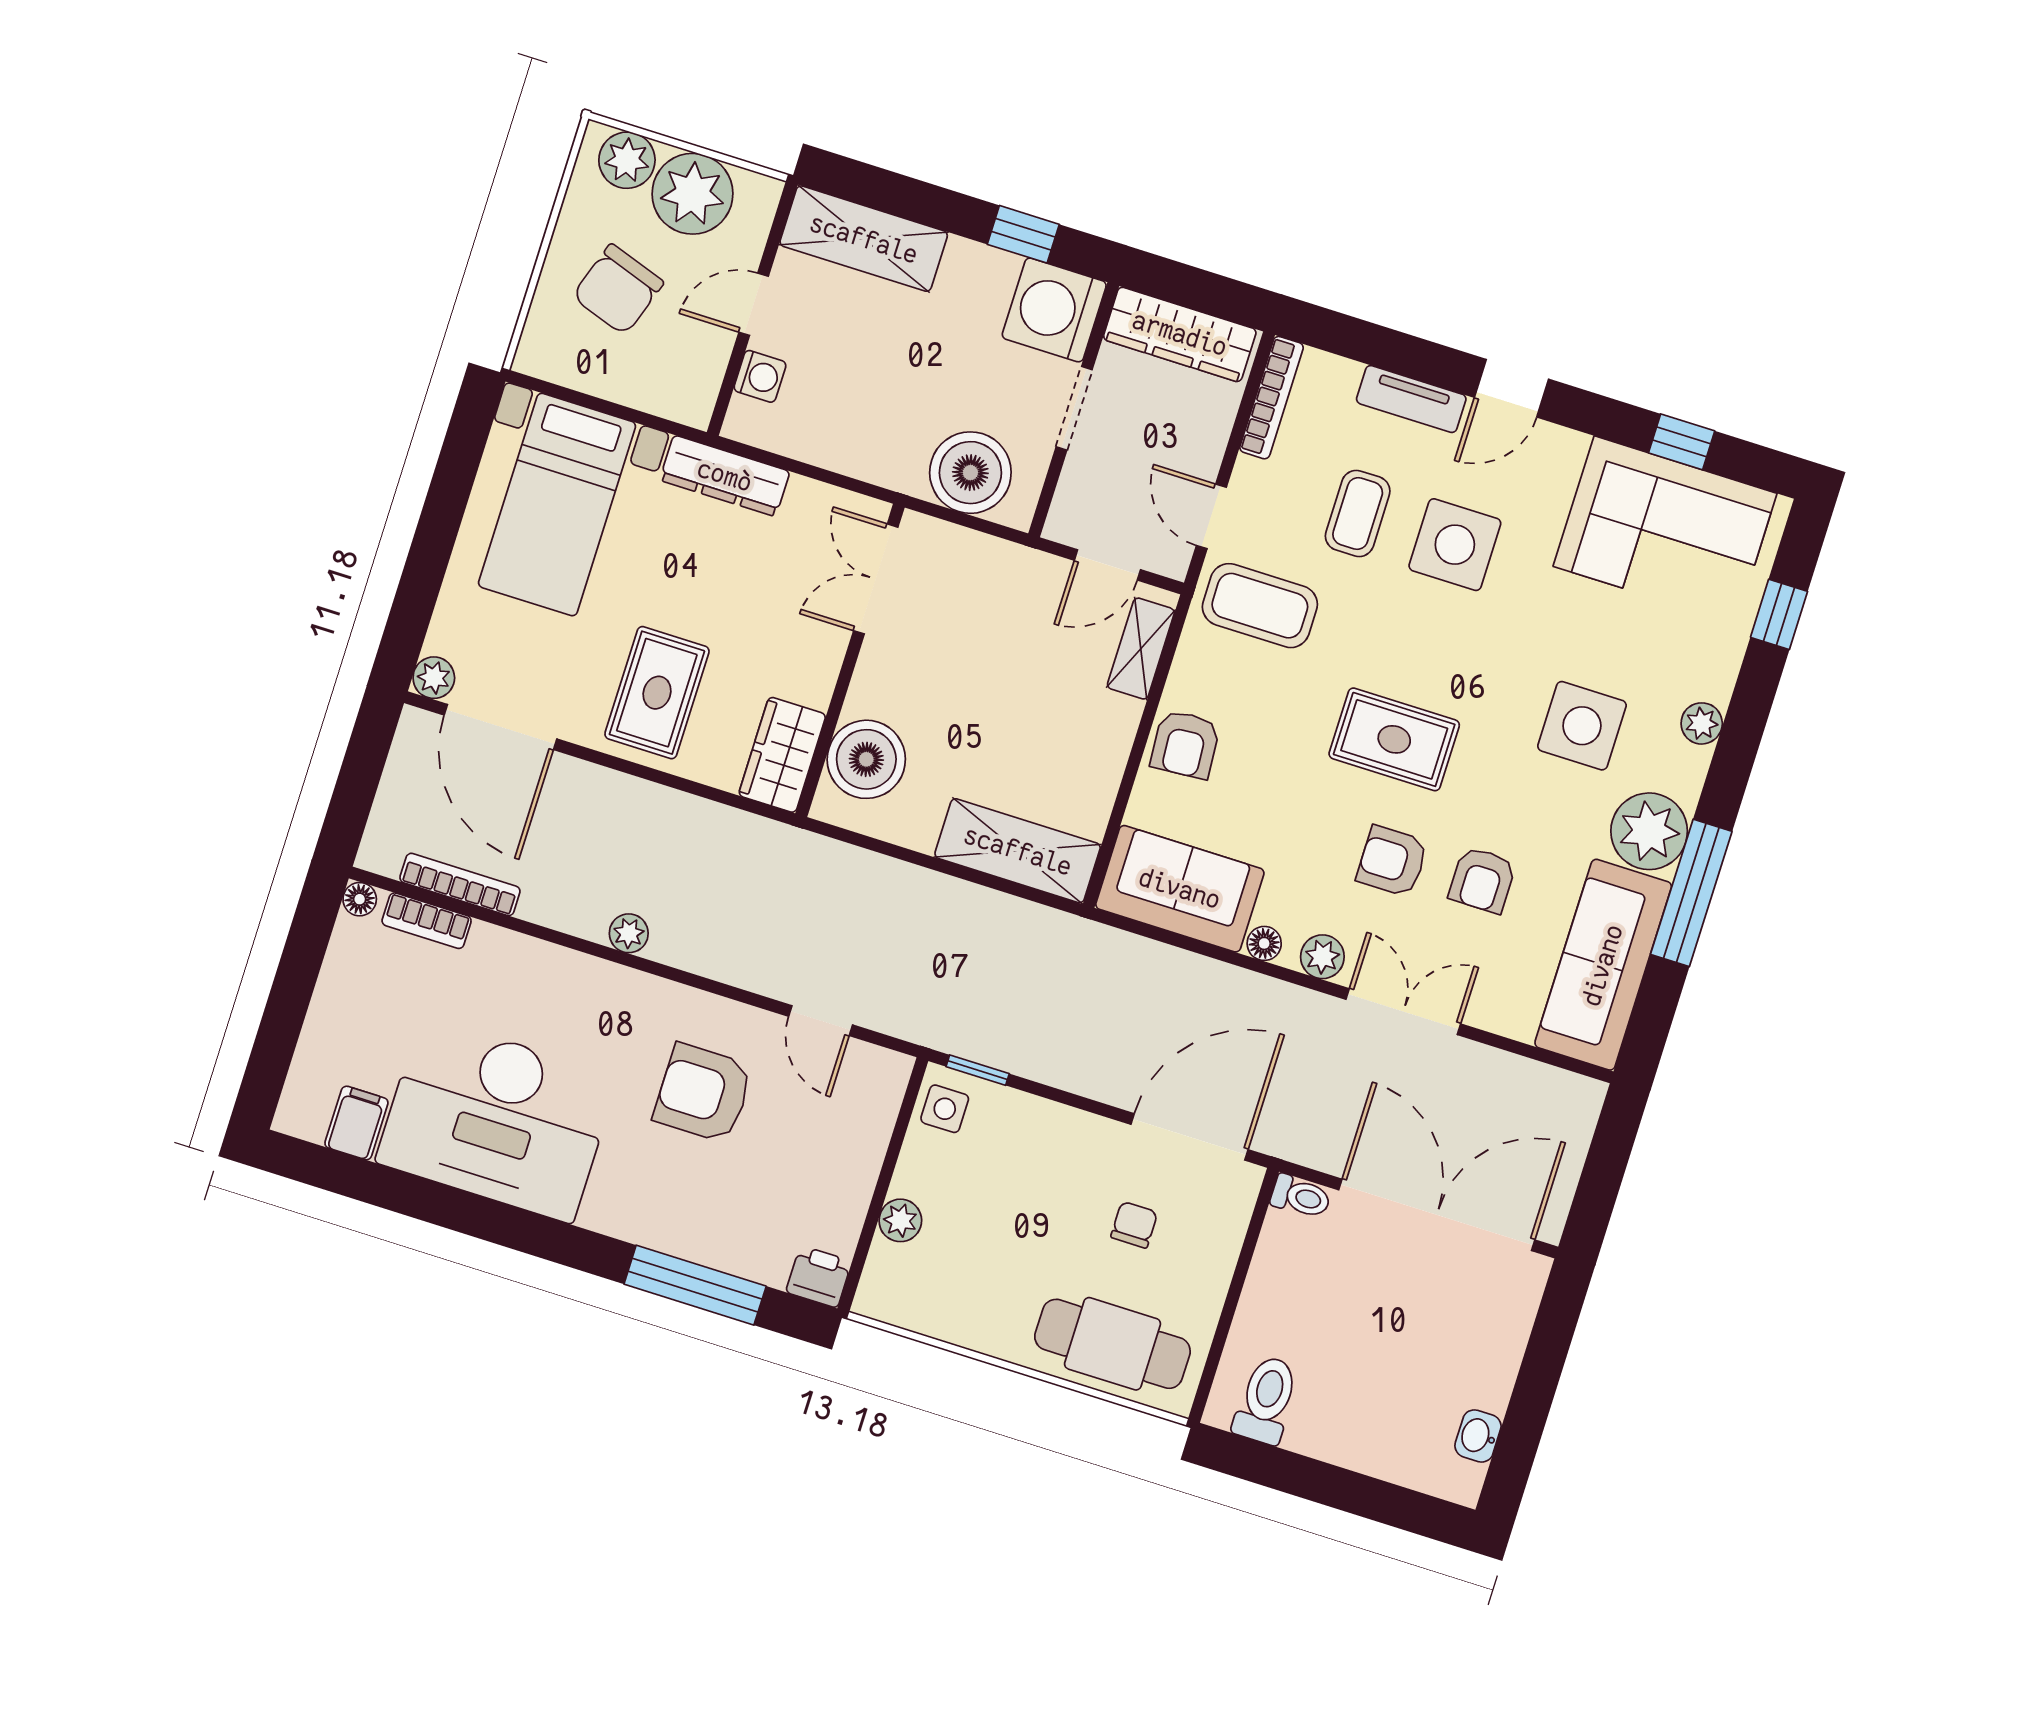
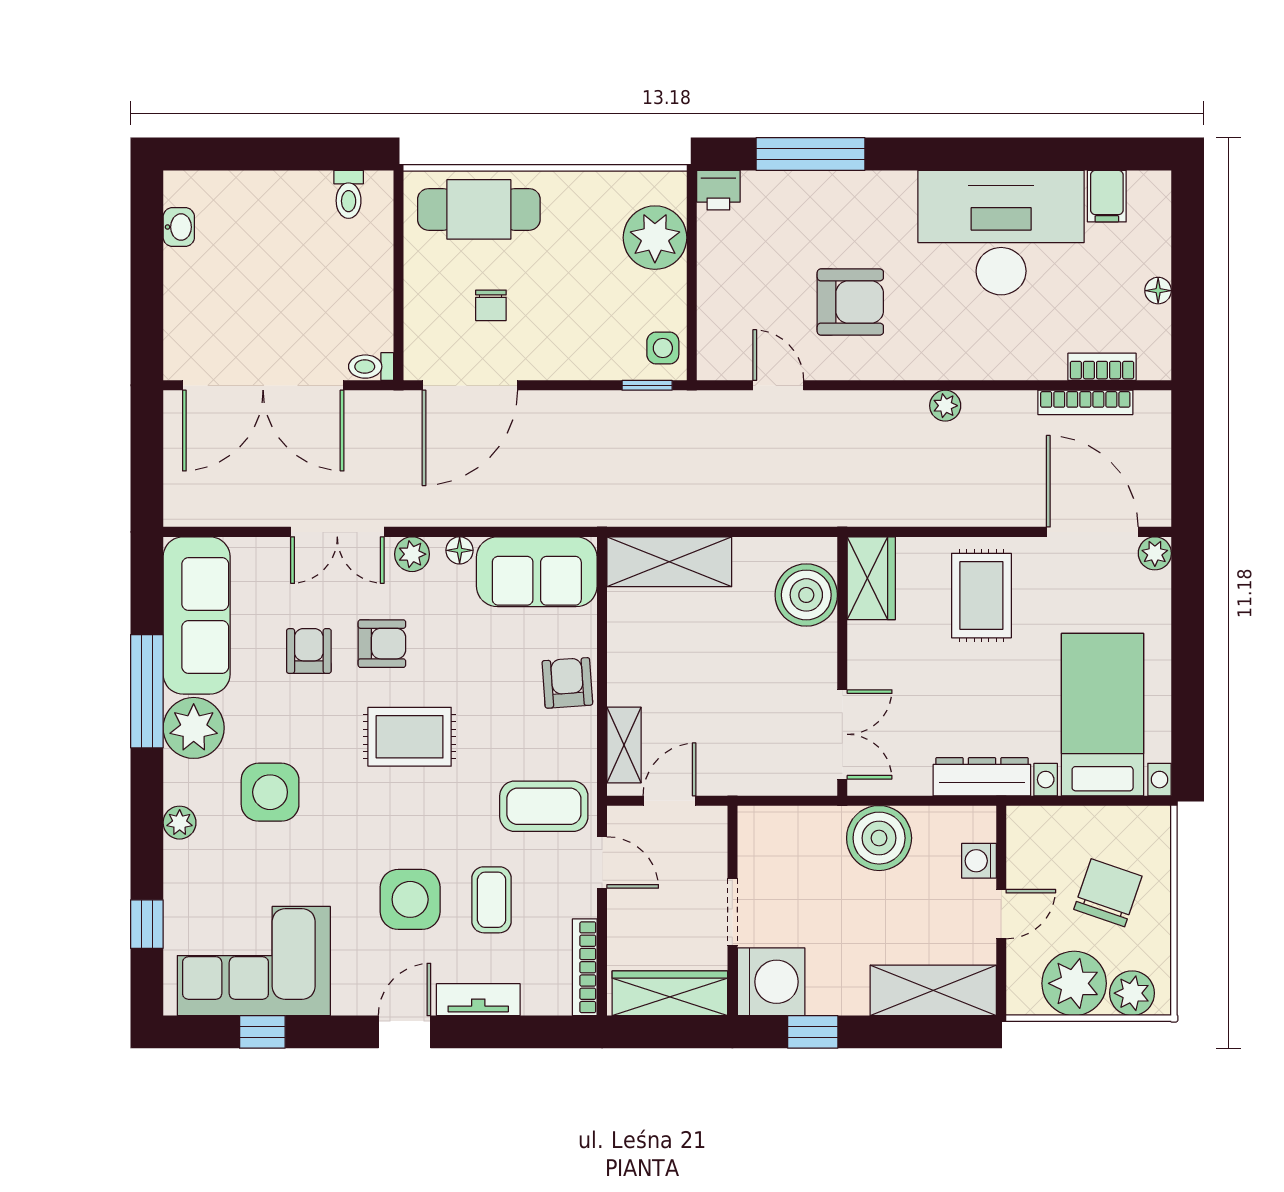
boiler: (970, 473) -> (879, 838), moved
floor lamp: (360, 899) -> (1158, 291), moved
plant: (900, 1220) -> (655, 238), width x1.88, depth x1.88
toilet: (1266, 1400) -> (349, 194), width x0.73, depth x0.72

